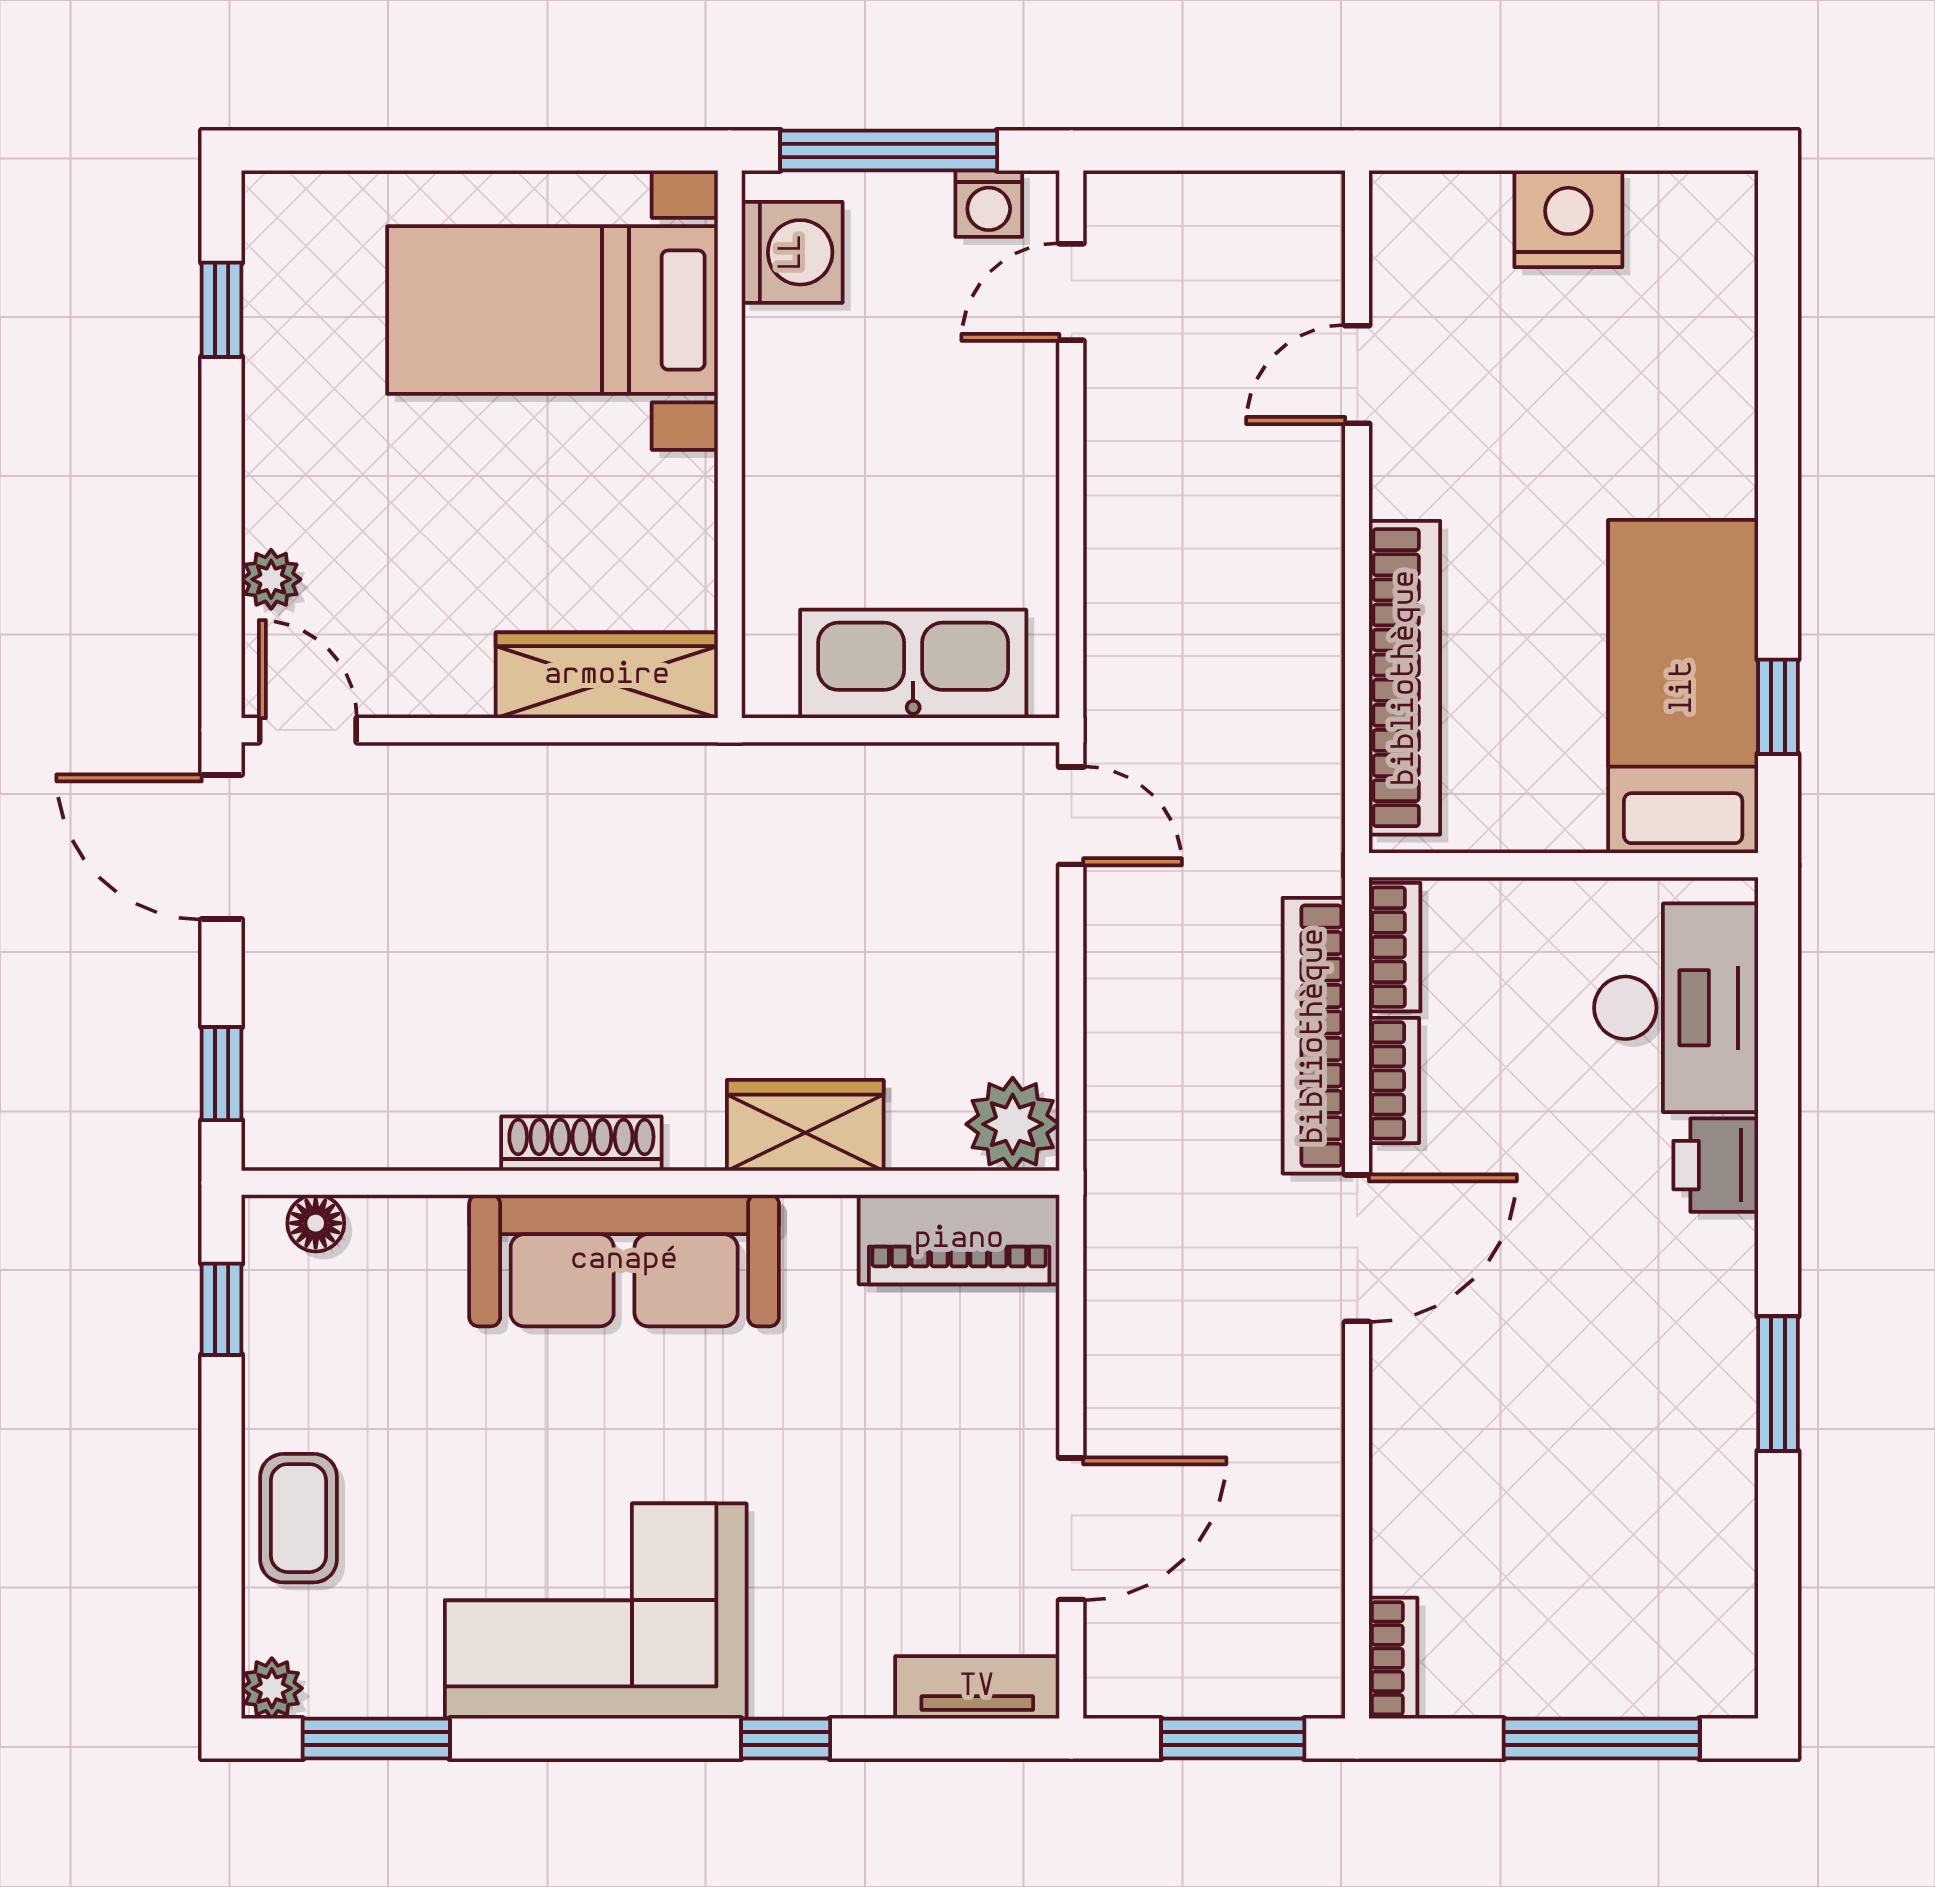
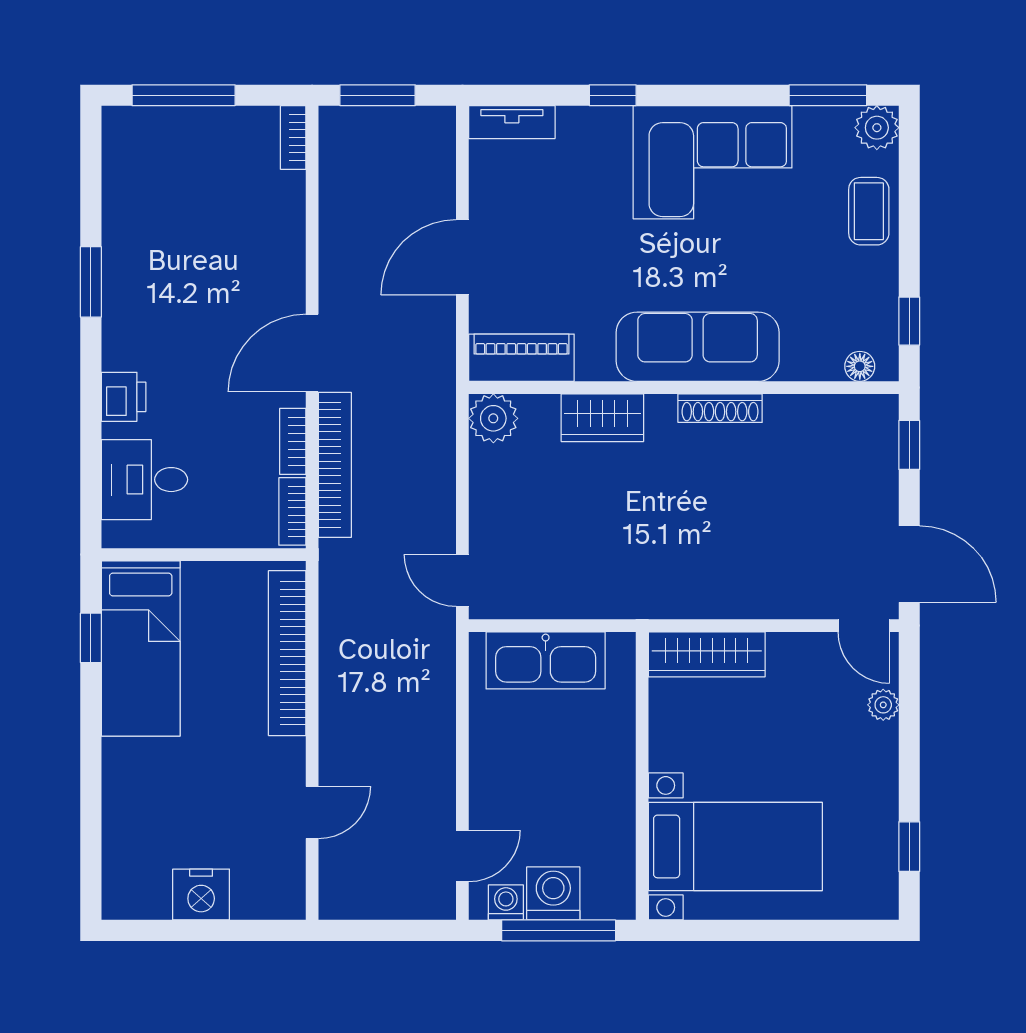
washing machine: (792, 252) -> (553, 893), moved, turned 90
desk: (1676, 1008) -> (144, 480), width x0.73
door: (1071, 1529) -> (462, 257), moved
plant: (272, 1688) -> (877, 128), width x1.38, depth x1.38

